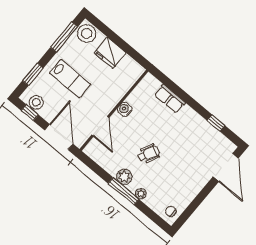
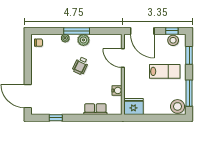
fridge: (110, 53) -> (133, 107), moved
lab bench: (70, 79) -> (165, 71), turned 180
water cooler: (125, 109) -> (117, 90), moved

